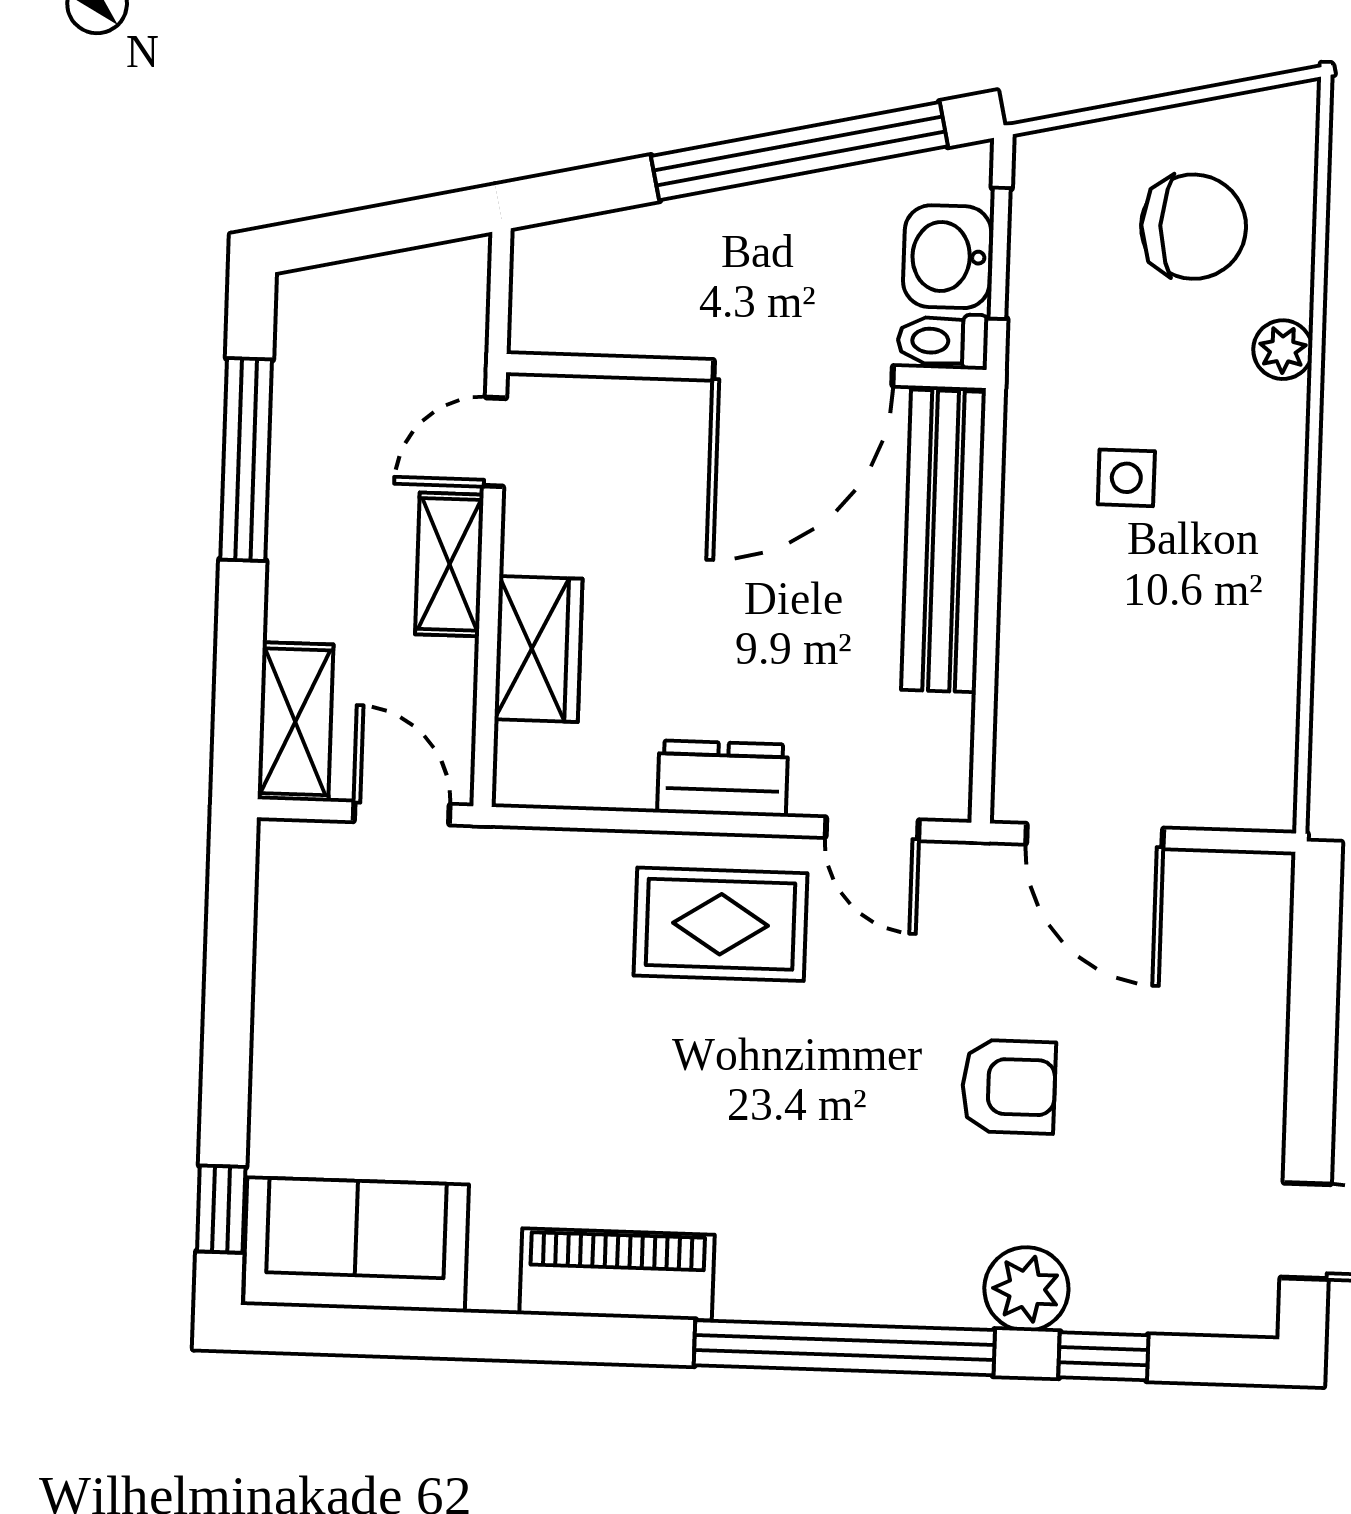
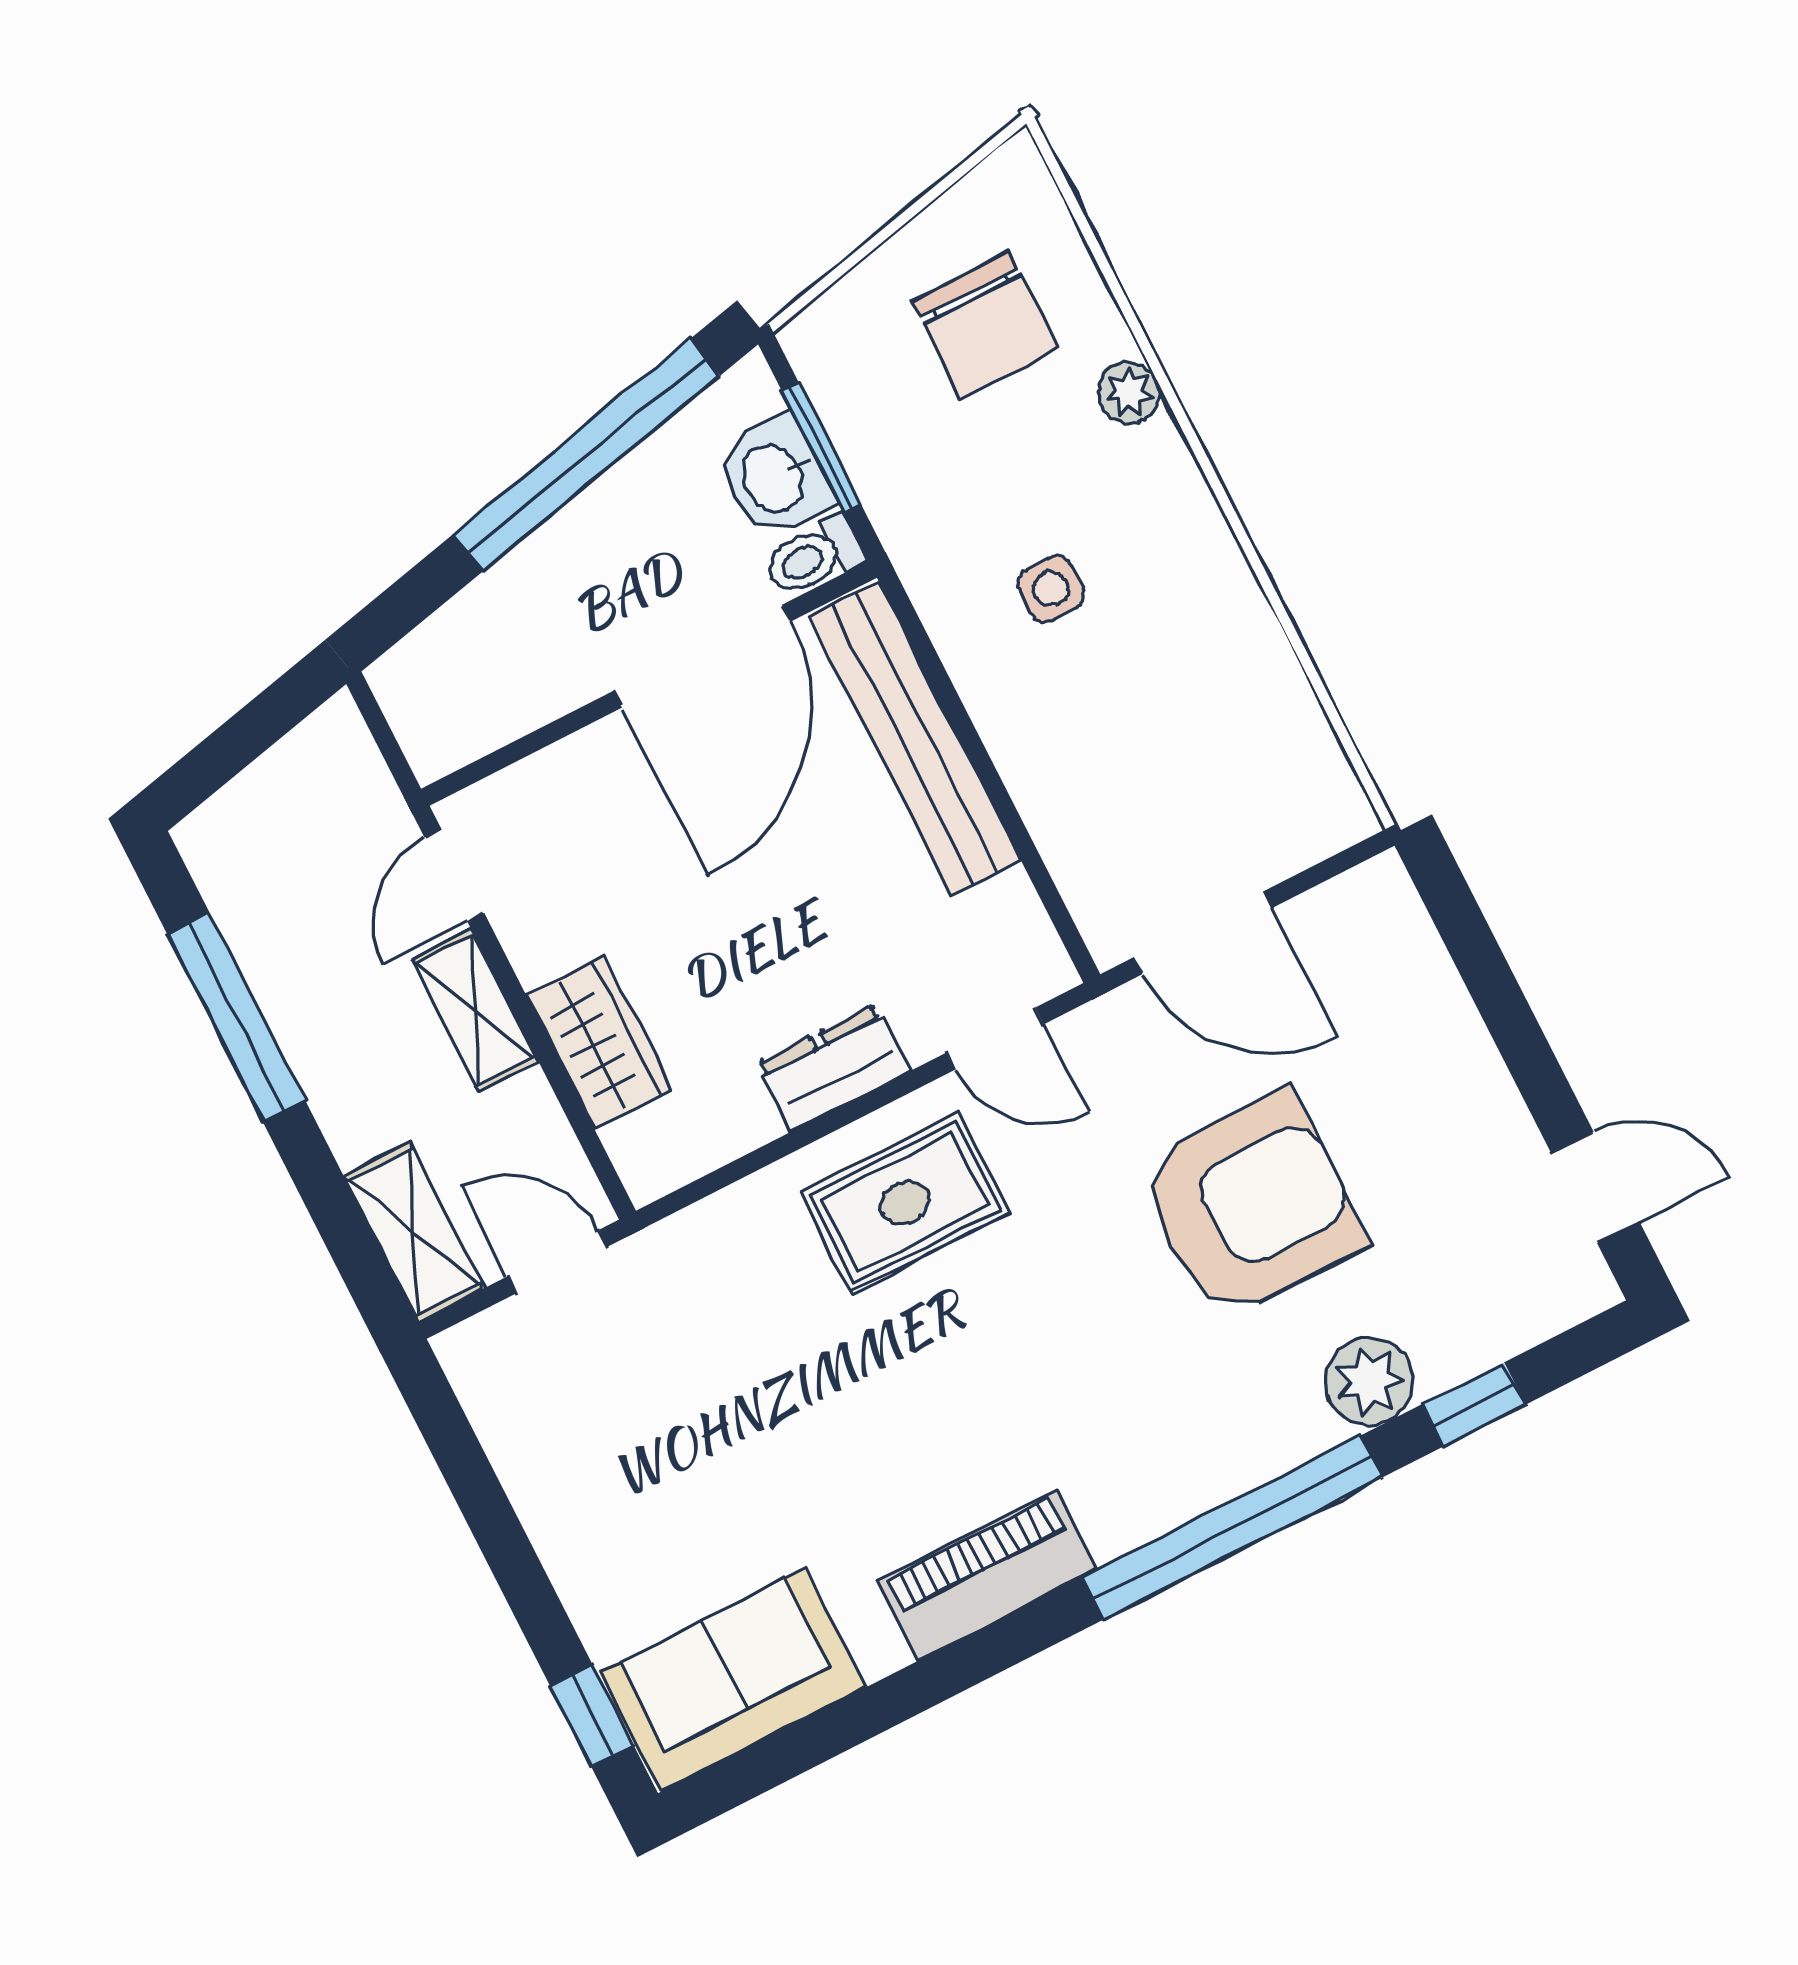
chair: (1194, 227) -> (985, 325), turned 90
armchair: (1009, 1087) -> (1251, 1206), width x1.88, depth x1.88

